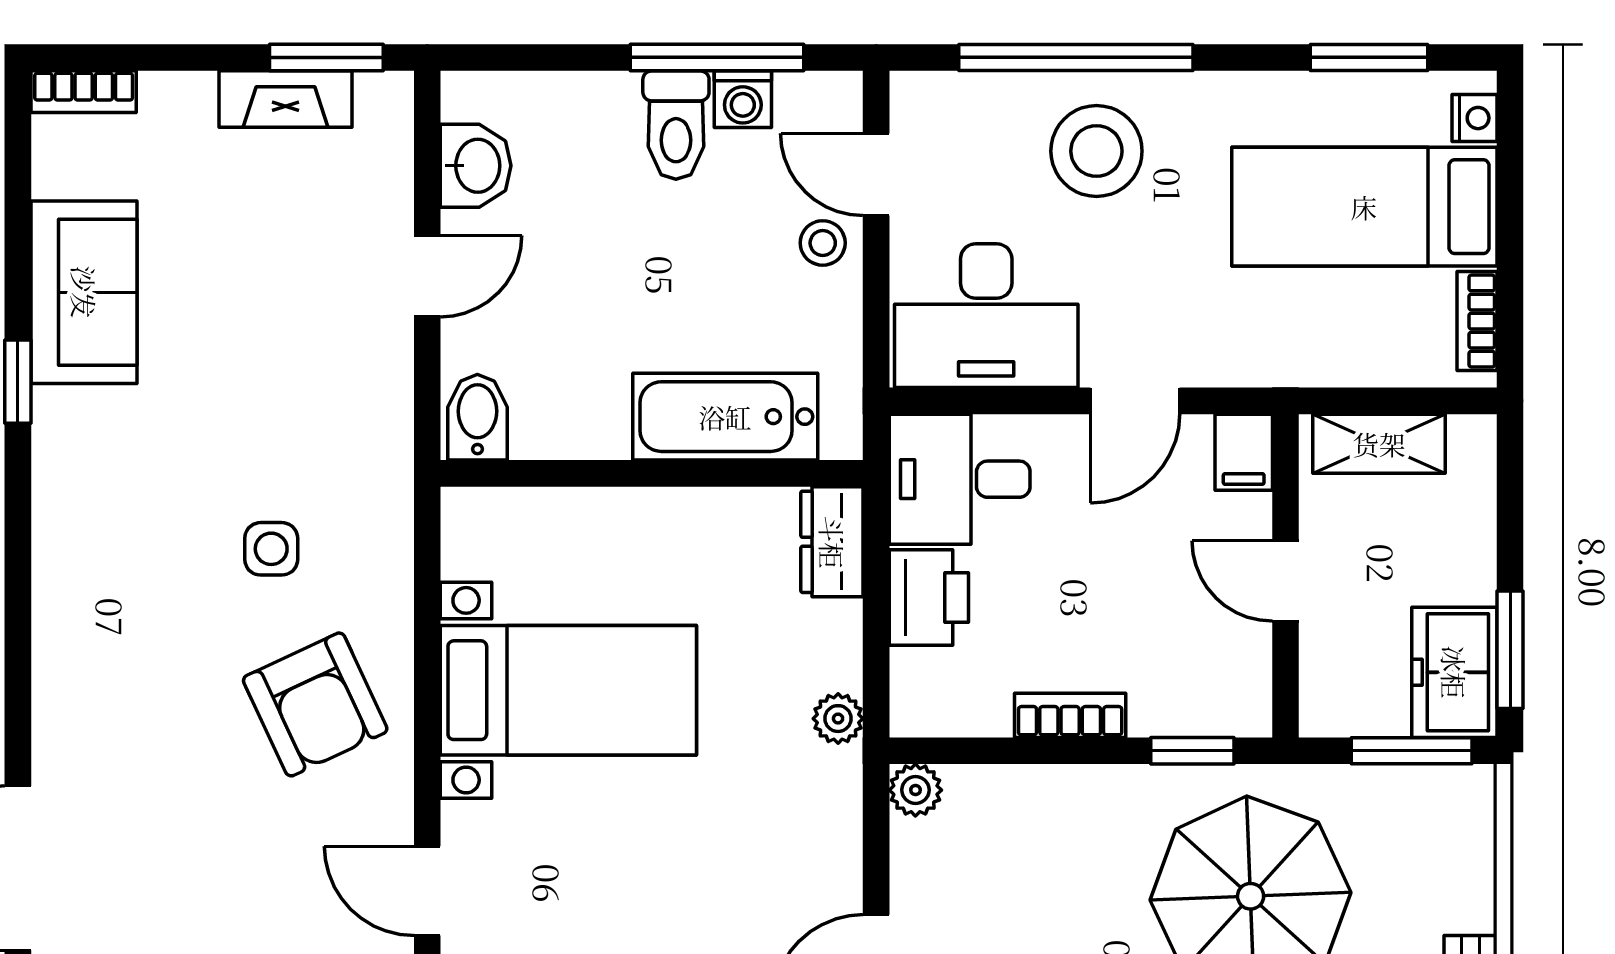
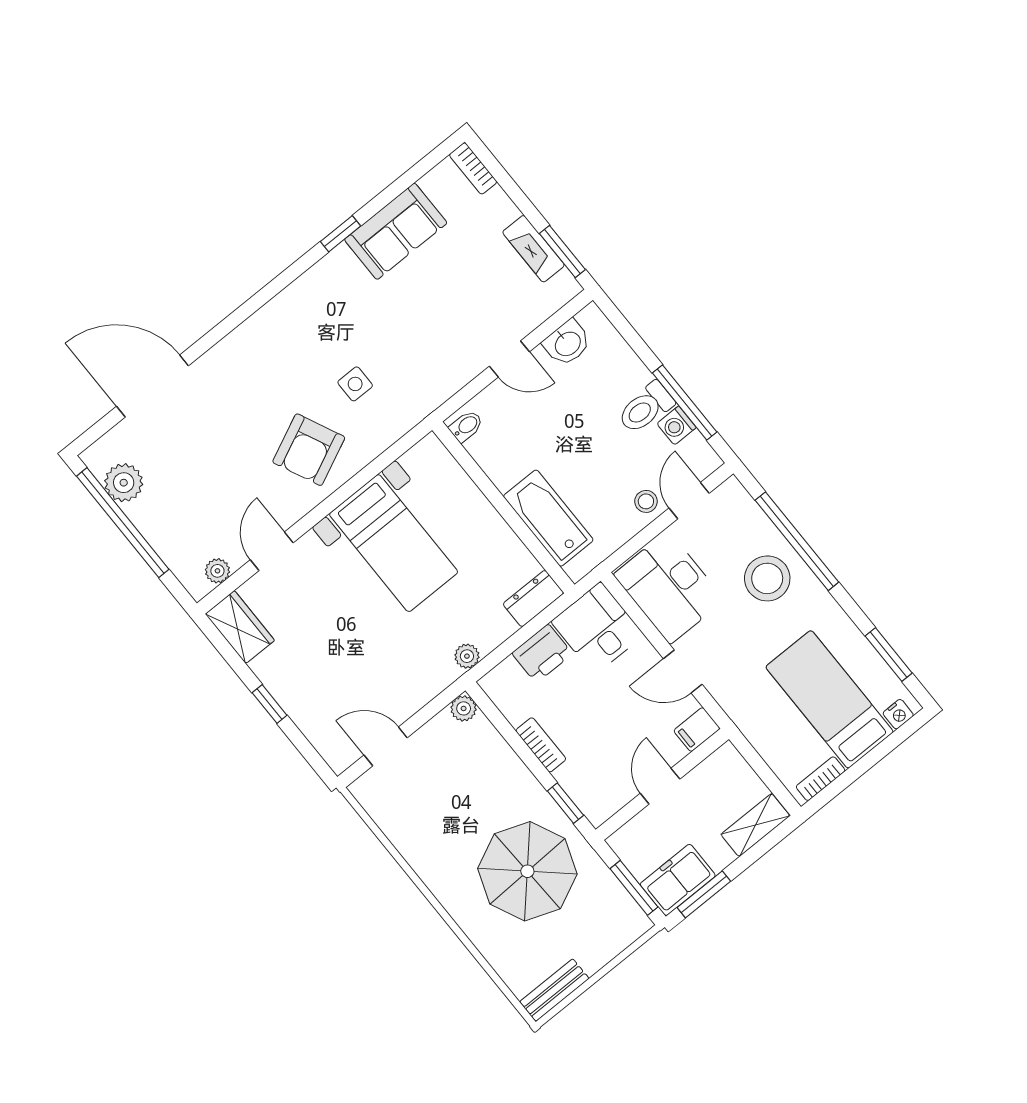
bidet: (477, 417) -> (466, 426), width x0.72, depth x0.74
shelving: (1379, 444) -> (755, 825), moved, turned 90

